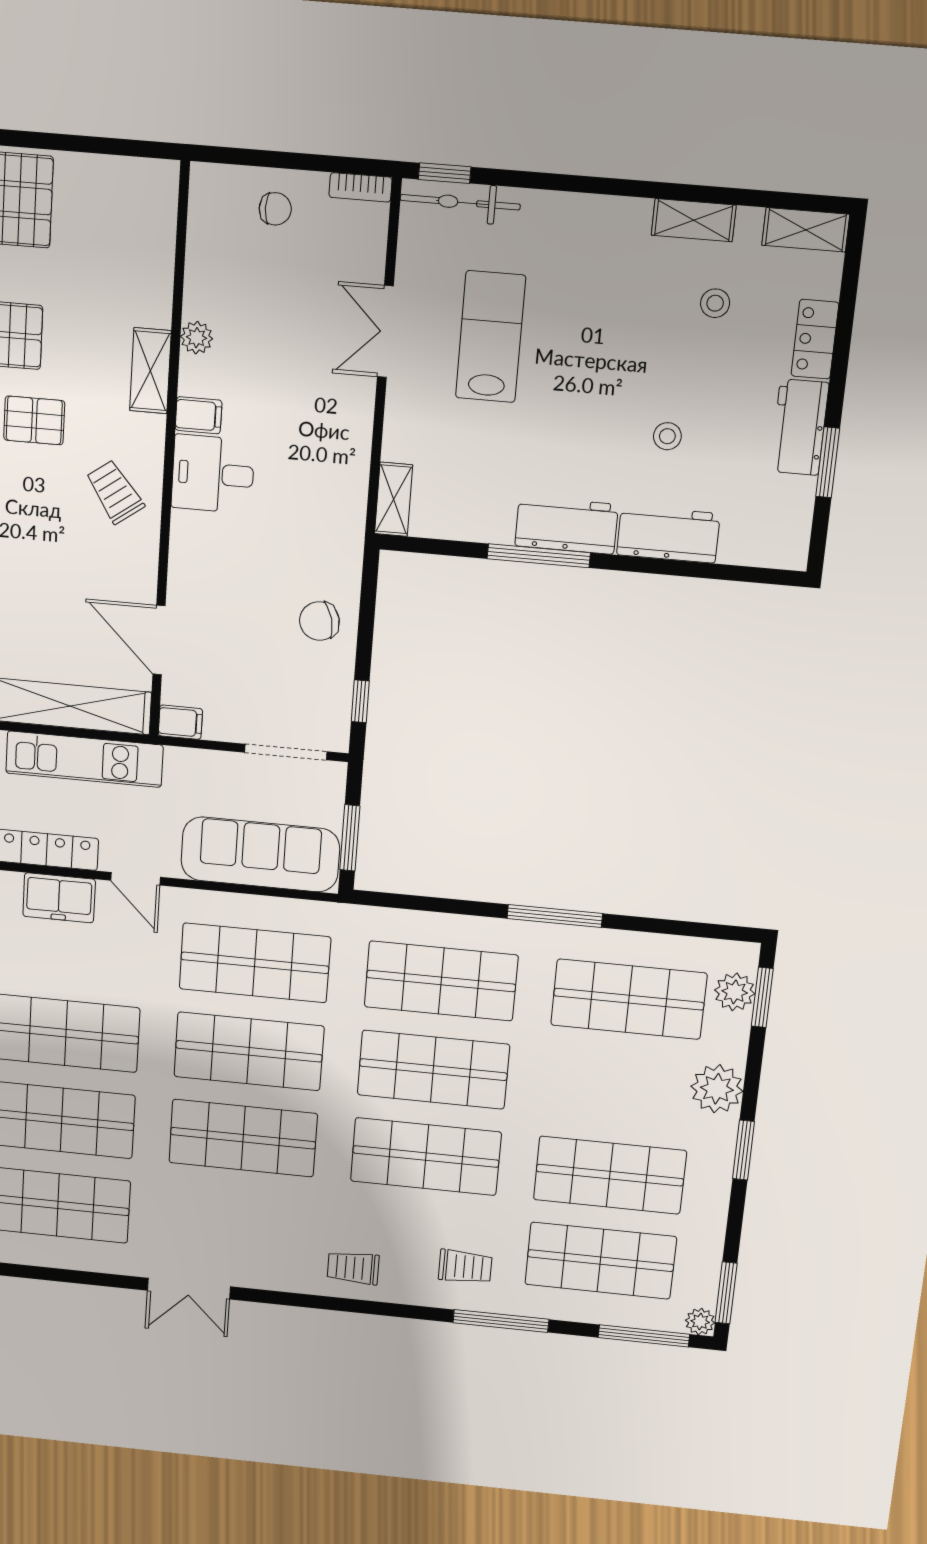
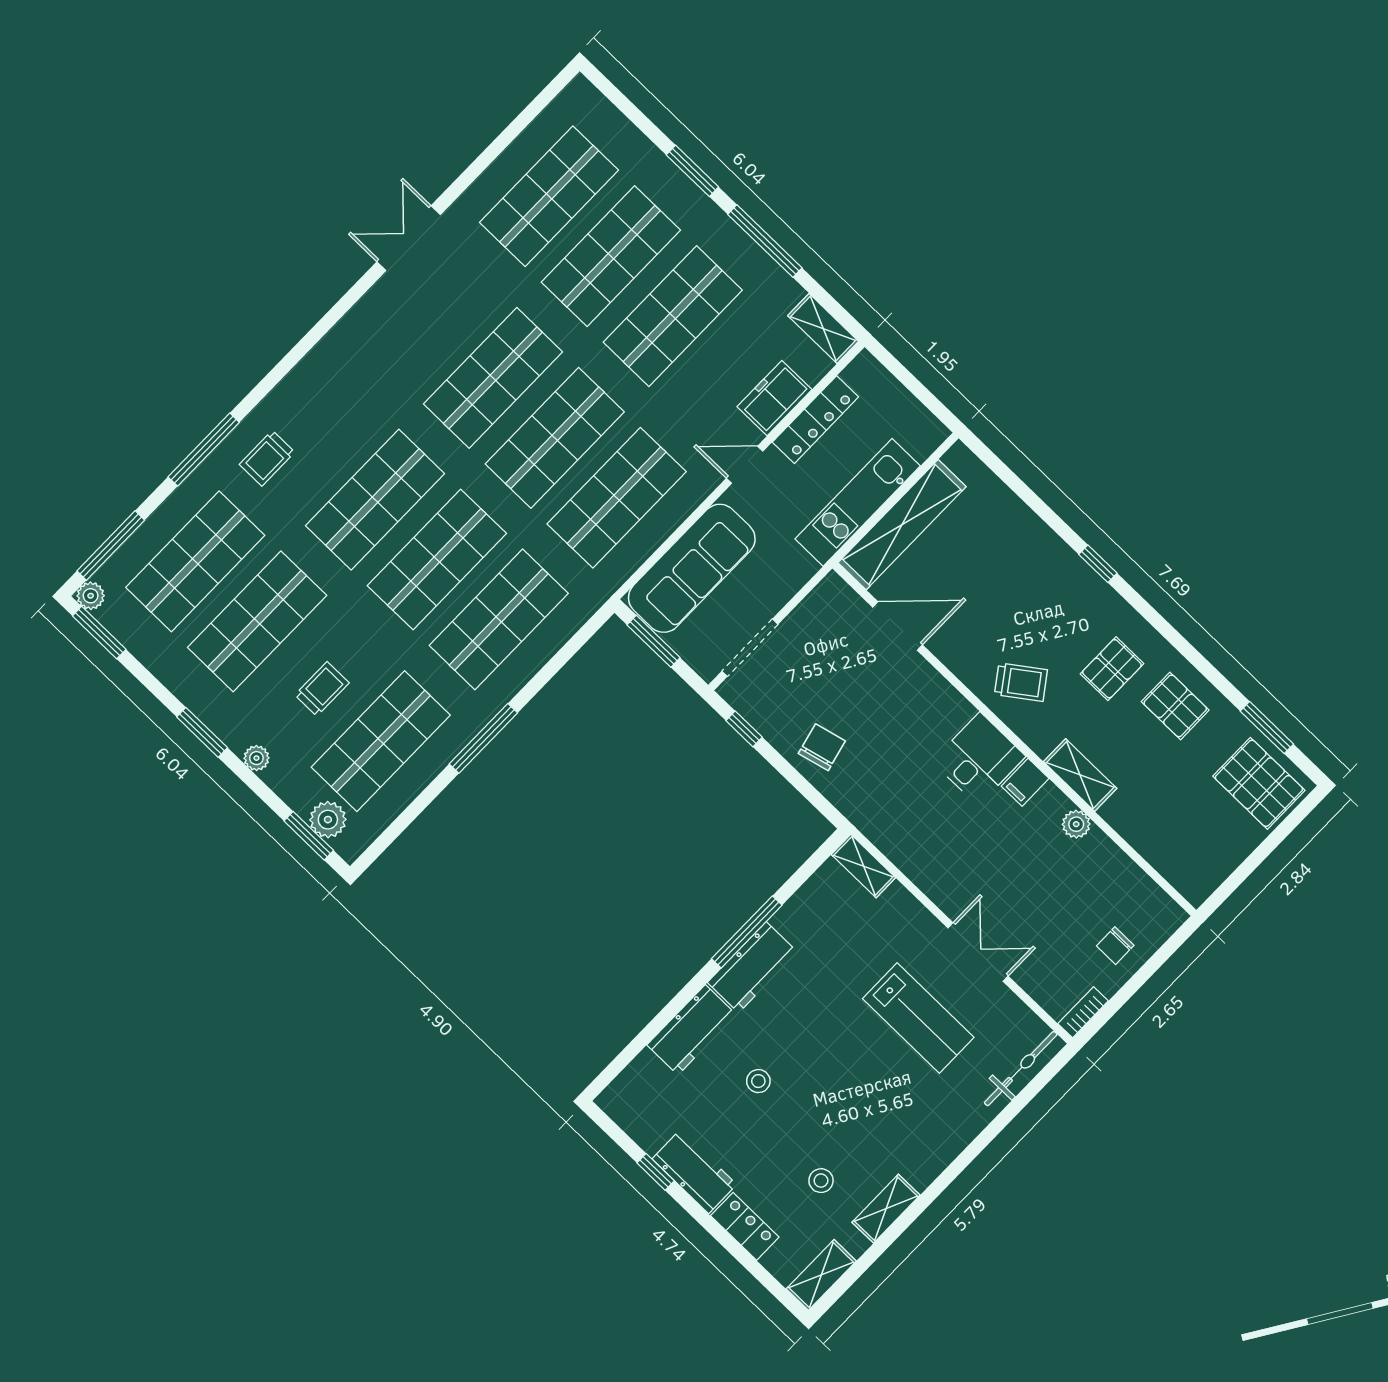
window: (445, 173) -> (1047, 1074), removed
window: (828, 462) -> (656, 1172), width x0.67
filing cabinet: (180, 722) -> (829, 592), removed
plant: (717, 1089) -> (256, 758), width x0.53, depth x0.53
trolley: (353, 1268) -> (322, 689), moved

